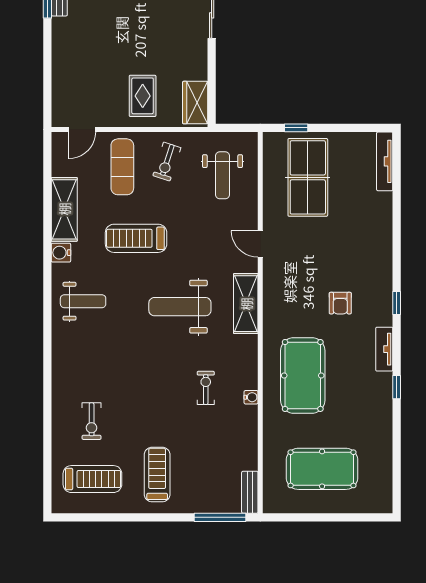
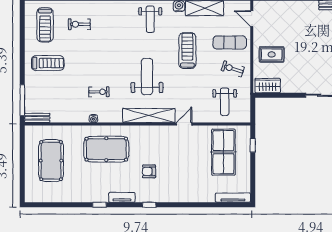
weight bench: (222, 175) -> (225, 102), turned -90
table tennis table: (308, 177) -> (223, 152), turned 90
shelving: (246, 304) -> (149, 116), width x1.47

